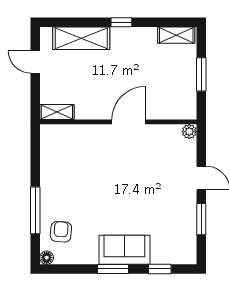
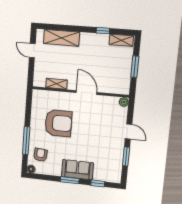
window: (121, 22) -> (103, 31), moved
shelving: (57, 112) -> (56, 84), moved
door: (129, 122) -> (87, 93), hinge flipped
armchair: (87, 176) -> (58, 123), added

